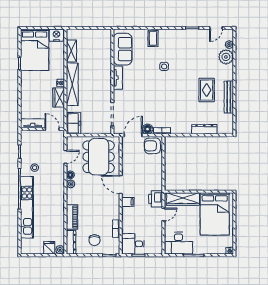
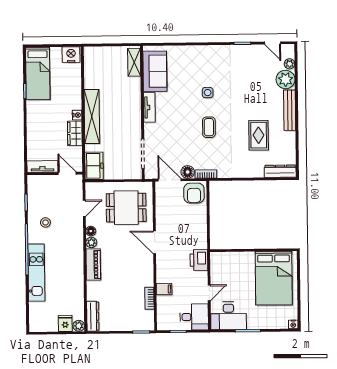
door: (216, 28) -> (273, 43), hinge flipped
coffee table: (153, 39) -> (209, 127), moved
bed: (35, 50) -> (38, 73), width x0.67
shelving: (71, 51) -> (134, 62), moved
rug: (207, 90) -> (259, 135), moved
bench: (229, 97) -> (290, 110), moved
dresser: (204, 129) -> (280, 171), moved
door: (133, 135) -> (170, 180), hinge flipped
armchair: (152, 146) -> (194, 193), turned -90
dining table: (99, 157) -> (126, 208), width x0.73
wardrobe: (183, 199) -> (234, 260), removed
filing cabinet: (128, 202) -> (164, 289), moved
kitchen unit: (27, 207) -> (36, 273), width x0.73
door: (163, 214) -> (209, 293), moved
piano: (72, 217) -> (93, 265), moved
chair: (94, 240) -> (122, 313), removed
desk: (133, 244) -> (194, 317), moved, turned 180

